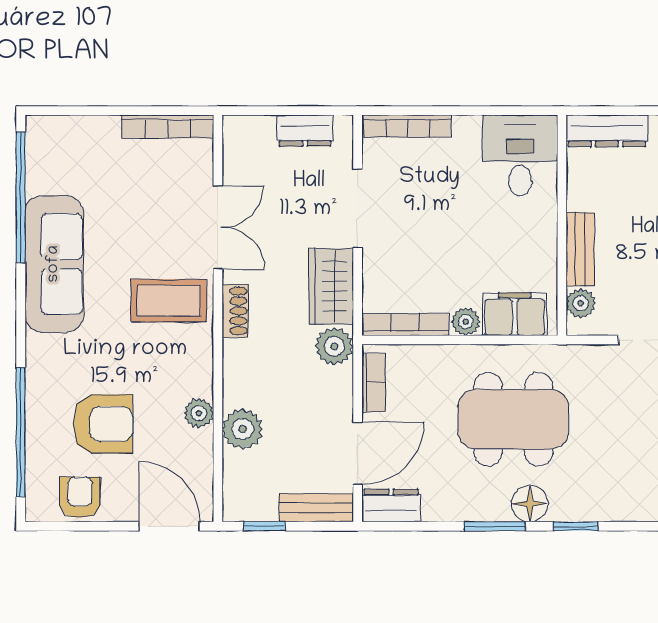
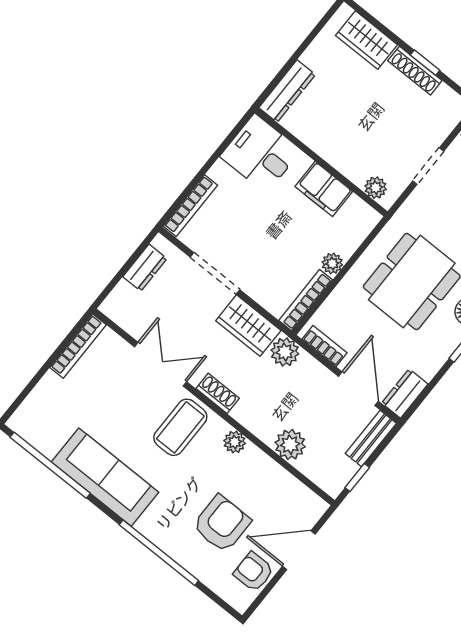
bench: (580, 249) -> (344, 162), removed
filing cabinet: (515, 314) -> (324, 189), moved, turned -90
plant: (199, 413) -> (235, 442), moved
window: (21, 432) -> (159, 553), moved
door: (169, 526) -> (299, 550), moved

